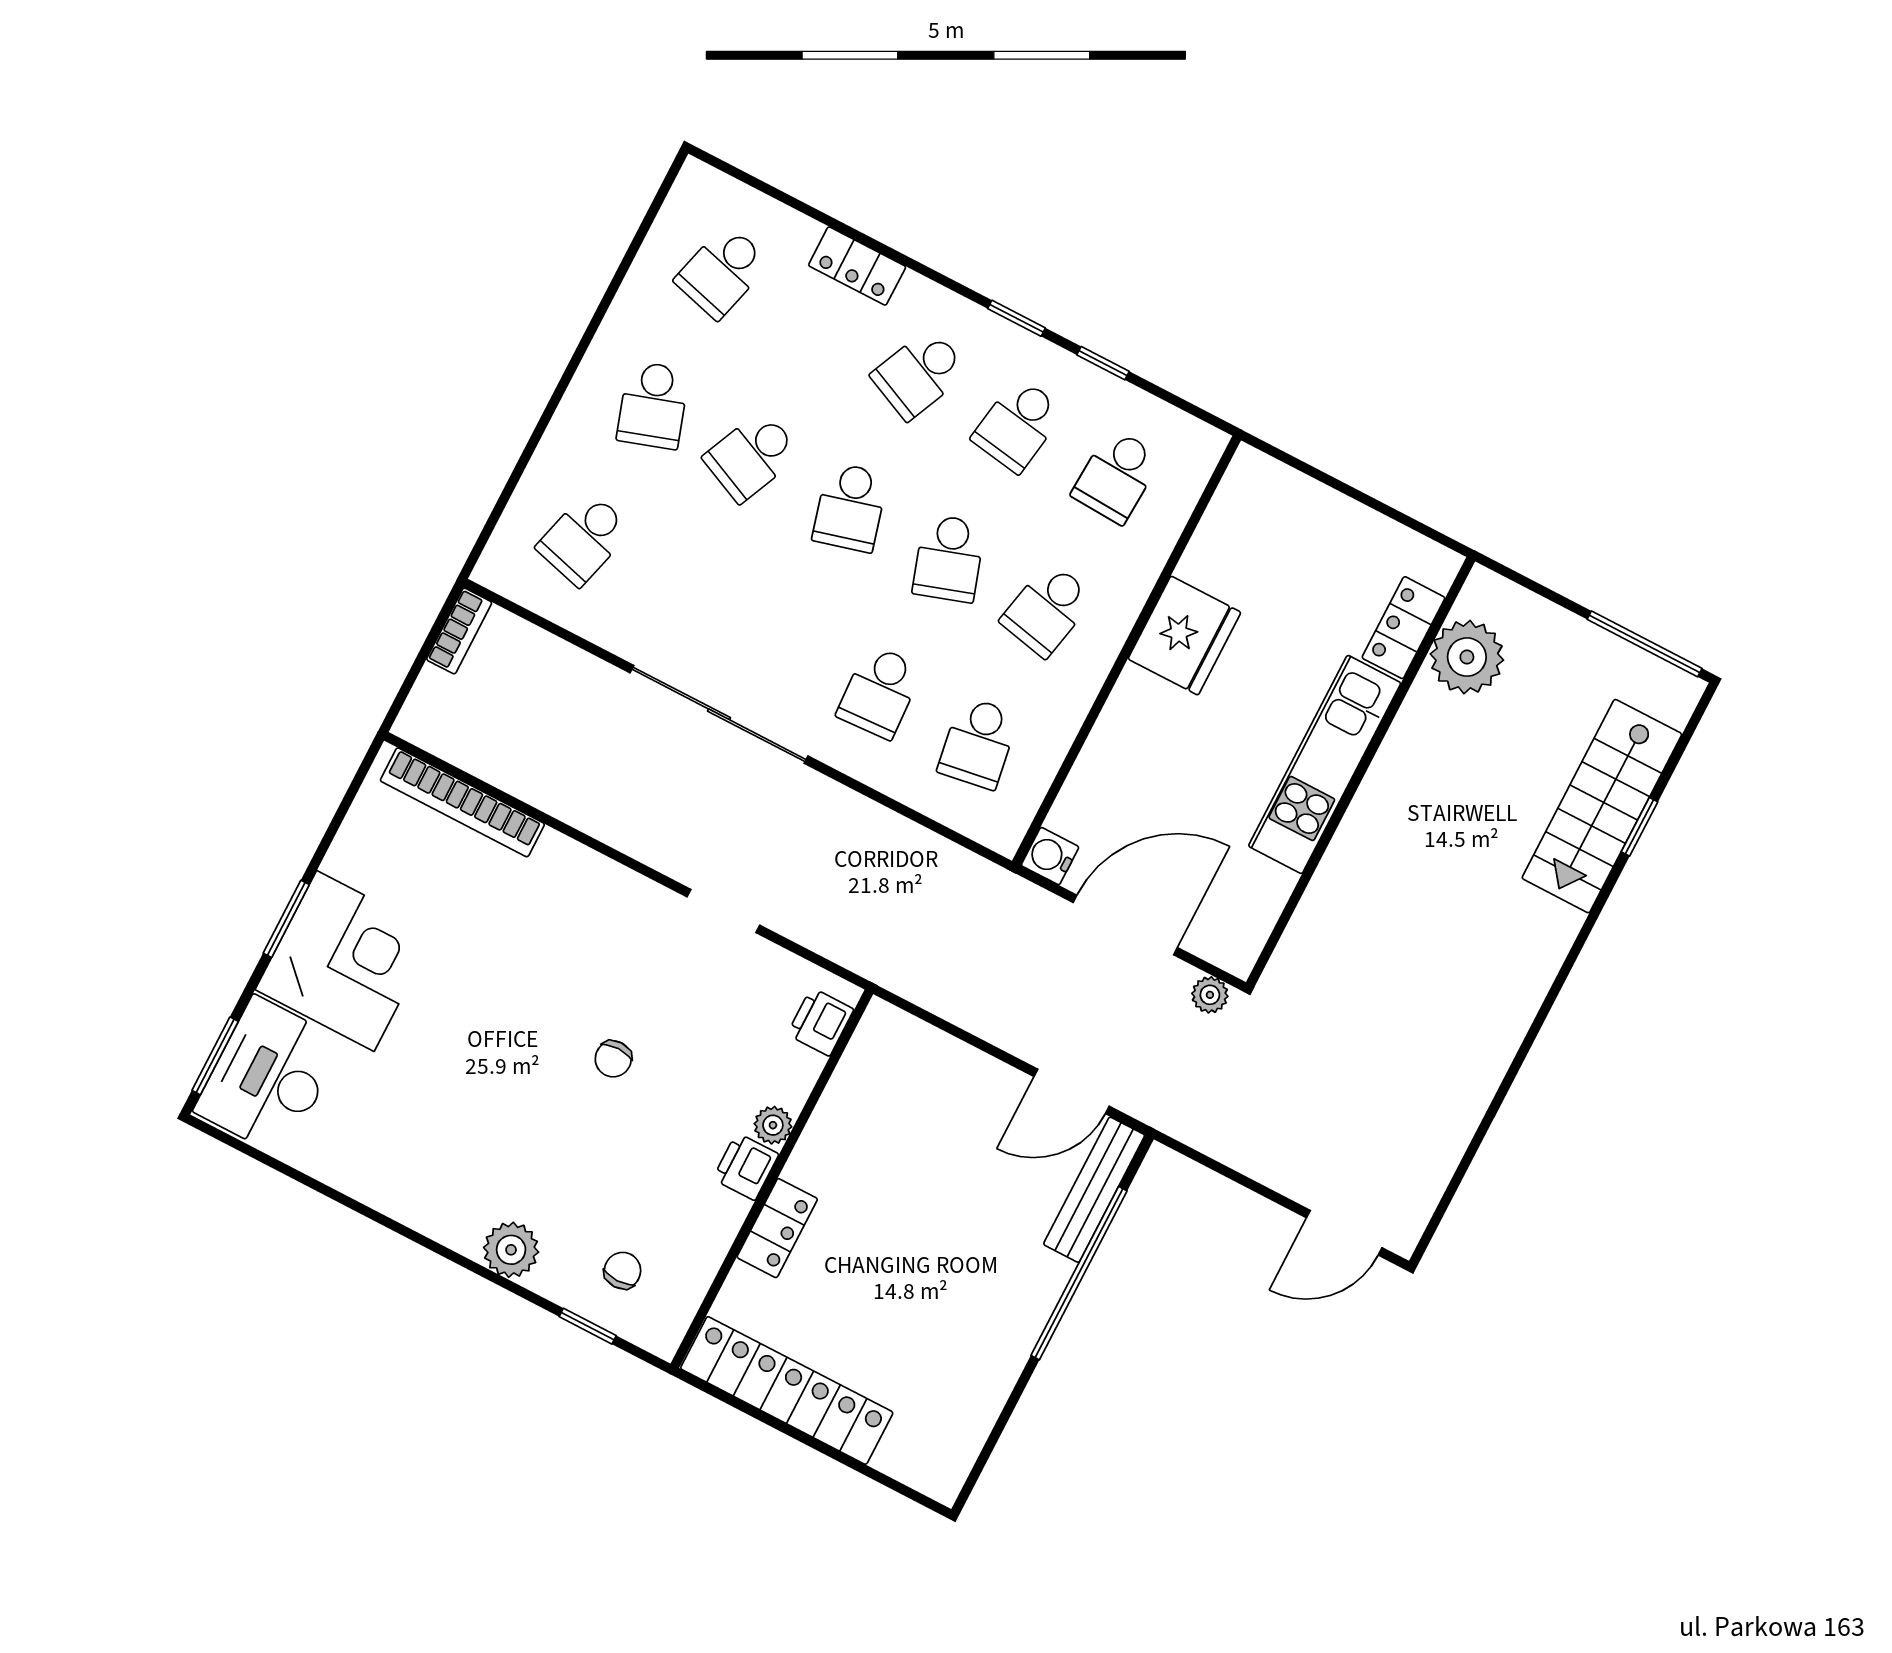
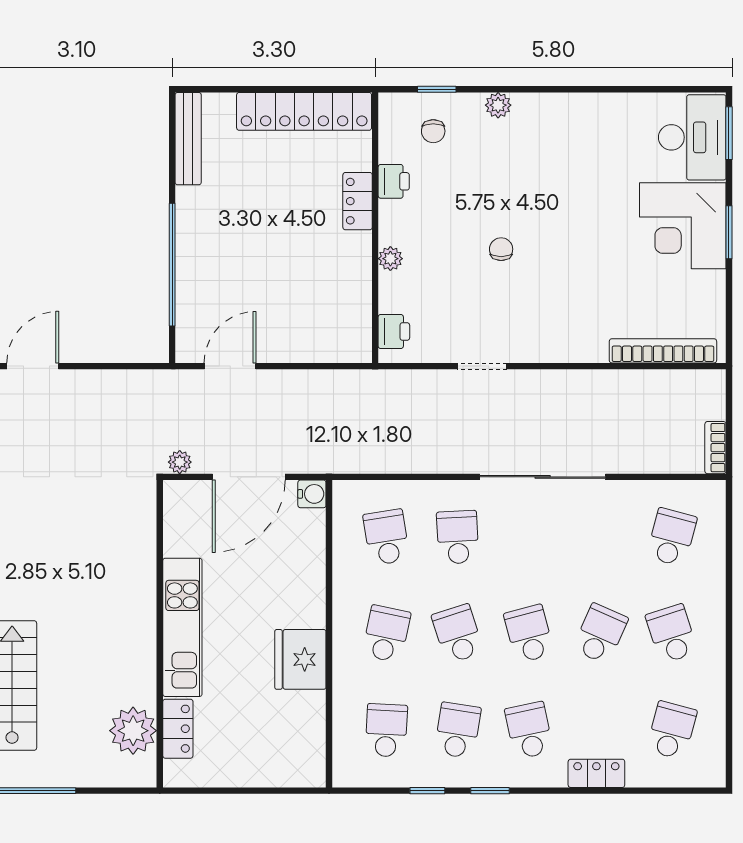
school desk: (919, 374) -> (529, 730), turned -36
printer: (746, 1167) -> (394, 181), moved
bench: (1094, 1190) -> (188, 139), moved
plant: (511, 1250) -> (498, 105), width x0.73, depth x0.73

